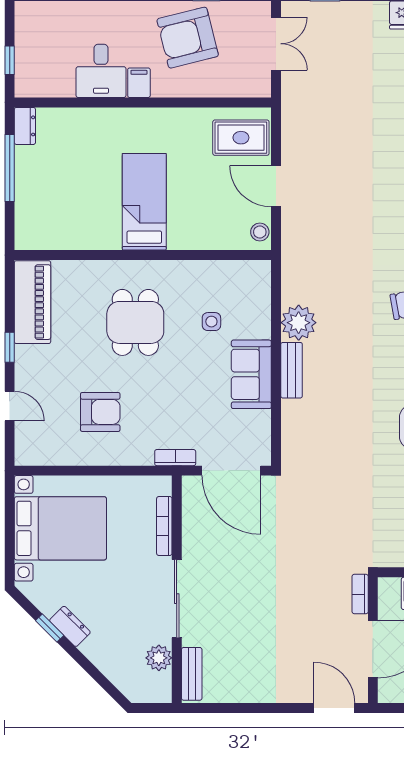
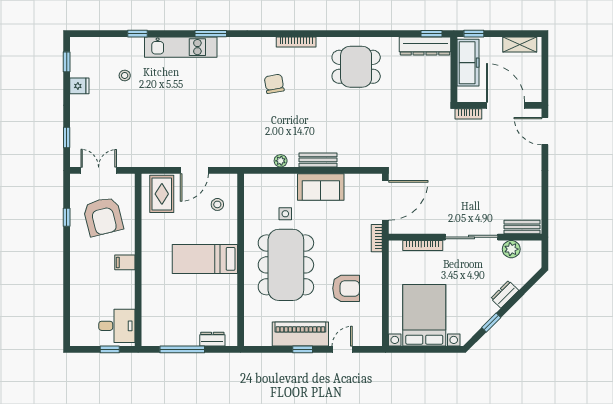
armchair: (188, 38) -> (103, 216), moved
desk: (101, 71) -> (117, 326), moved
dresser: (25, 126) -> (212, 339), moved
stool: (260, 232) -> (217, 204), moved
piano: (33, 302) -> (300, 334), moved
dining table: (135, 322) -> (286, 265), width x1.88, depth x1.24
plant: (299, 323) -> (281, 161), width x0.53, depth x0.53
armchair: (100, 412) -> (346, 288), turned 90
dresser: (70, 626) -> (505, 294), moved
door: (334, 708) -> (545, 131), hinge flipped

